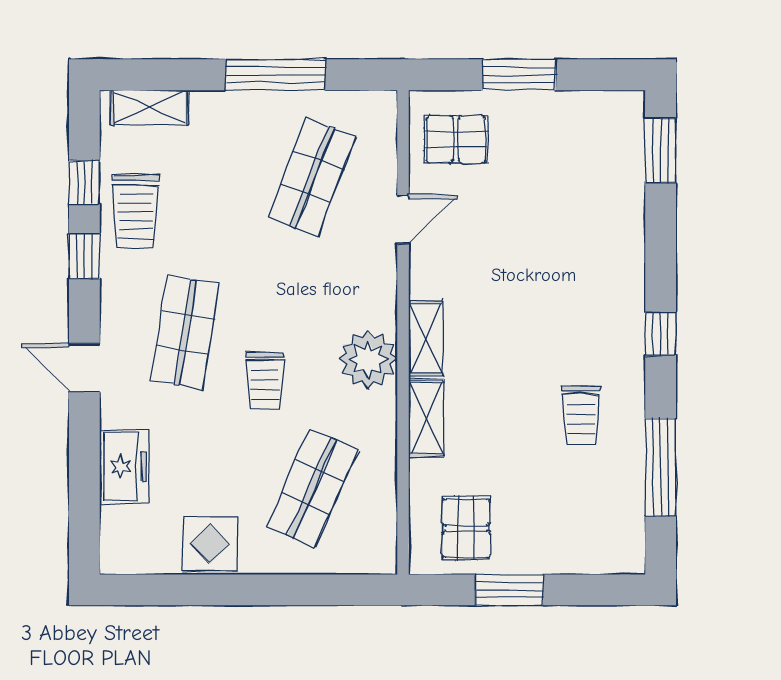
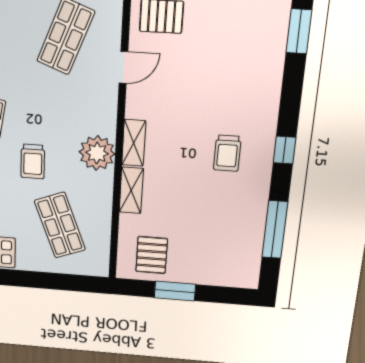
trolley: (581, 415) -> (227, 153), moved
shop shelf: (312, 488) -> (60, 225), turned -45

